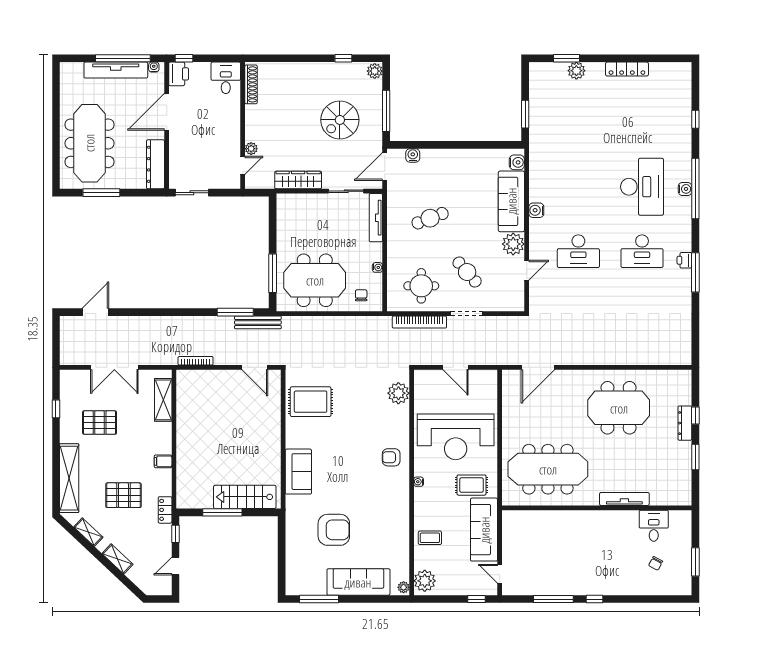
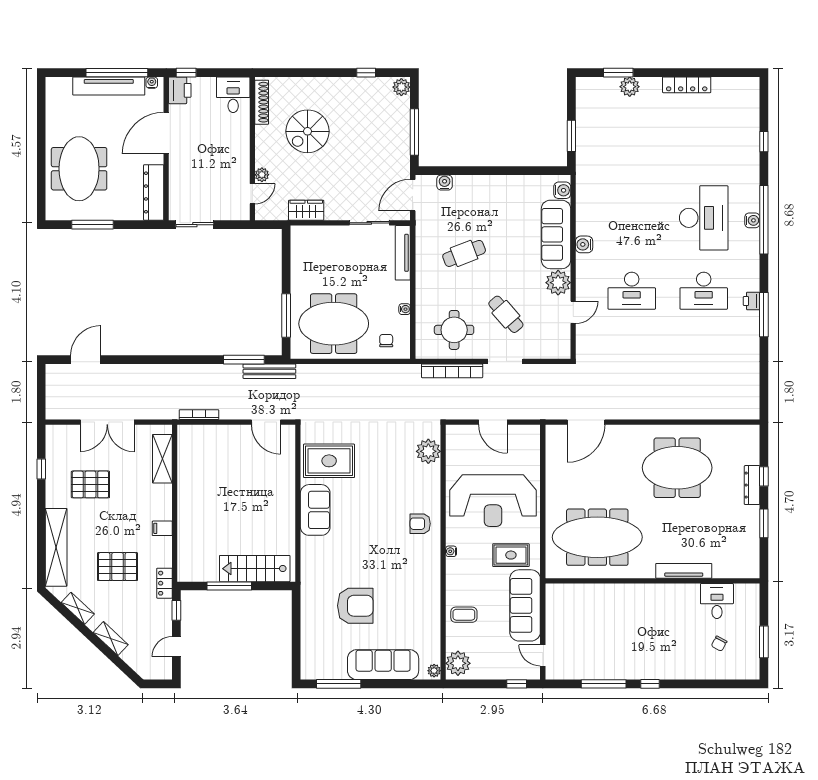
spiral stairs: (340, 120) -> (308, 131), moved
meeting table: (89, 143) -> (79, 169), width x0.73
wardrobe: (298, 180) -> (306, 210), width x0.67
sofa: (298, 472) -> (315, 510), moved

